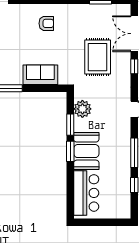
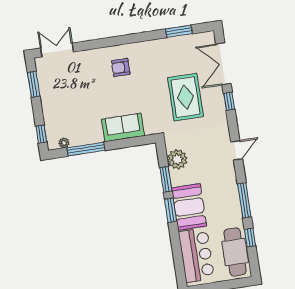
armchair: (46, 23) -> (121, 67), turned 180
cafe table: (120, 195) -> (235, 252), added

